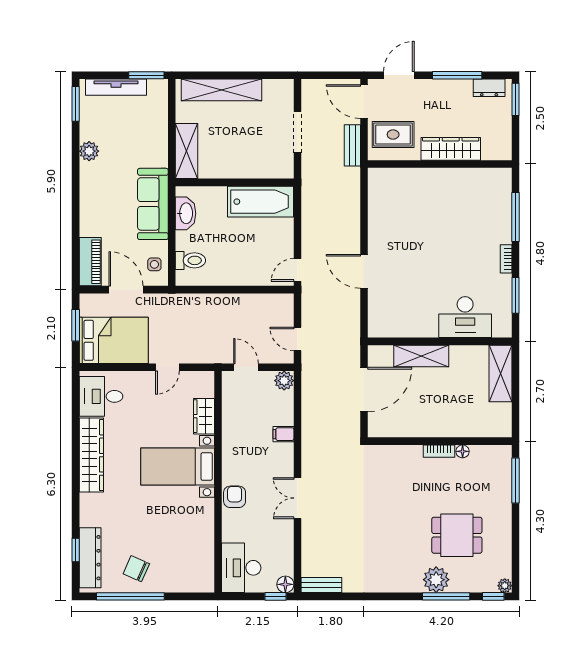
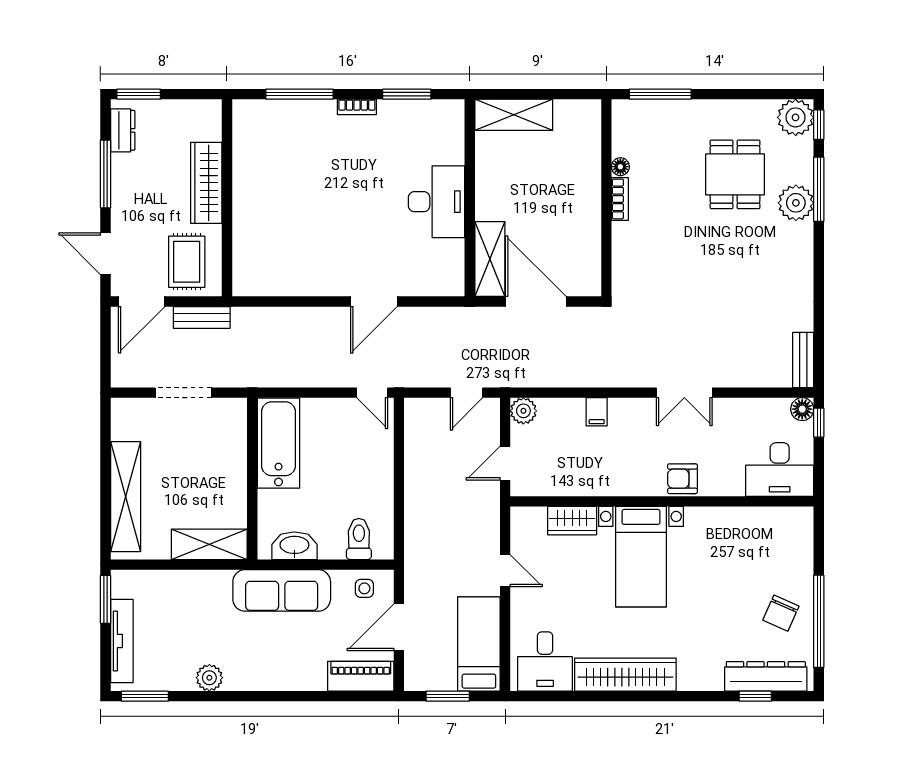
desk: (465, 317) -> (437, 202), moved
bed: (114, 340) -> (479, 644), width x0.67
shelving: (421, 356) -> (490, 259), moved
plant: (505, 586) -> (796, 117), width x1.87, depth x1.87

